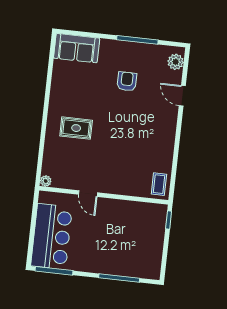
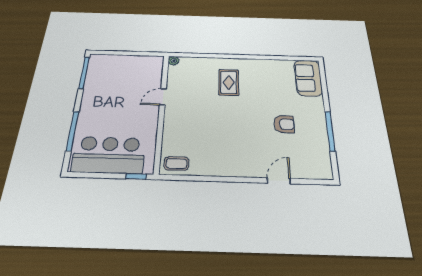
plant: (176, 62) -> (315, 171), removed
bar counter: (52, 237) -> (109, 155), moved, turned 180

